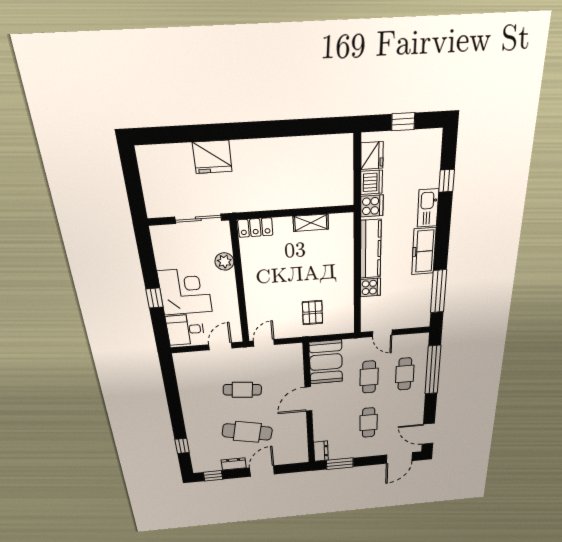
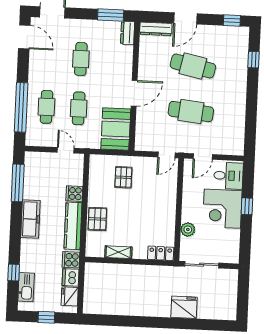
kitchen sink: (428, 208) -> (26, 287), moved
pallet: (341, 261) -> (97, 219), added
cafe table: (242, 390) -> (191, 112), width x1.37, depth x1.35
dresser: (234, 464) -> (156, 29), moved, width x1.44

